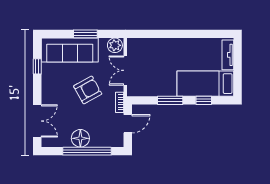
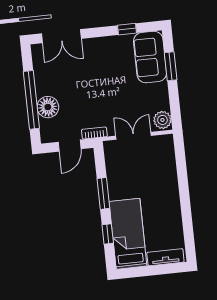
window: (85, 34) -> (171, 66), moved
sofa: (70, 50) -> (150, 57), width x0.73
armchair: (88, 90) -> (105, 93), removed
door: (128, 124) -> (70, 146), hinge flipped
floor lamp: (80, 138) -> (48, 107), moved

